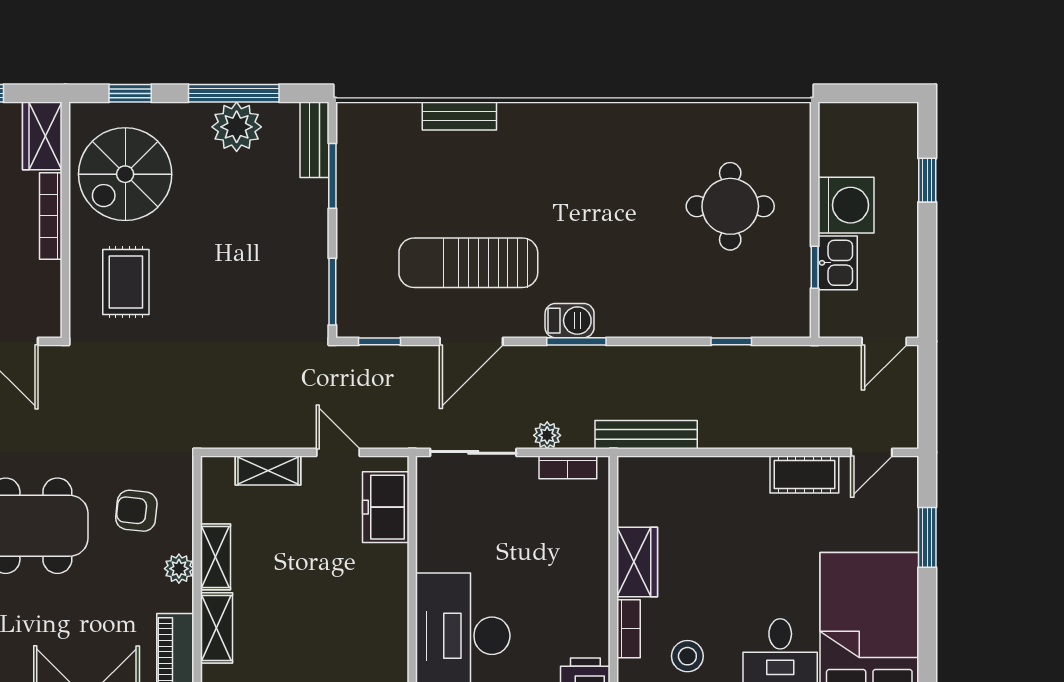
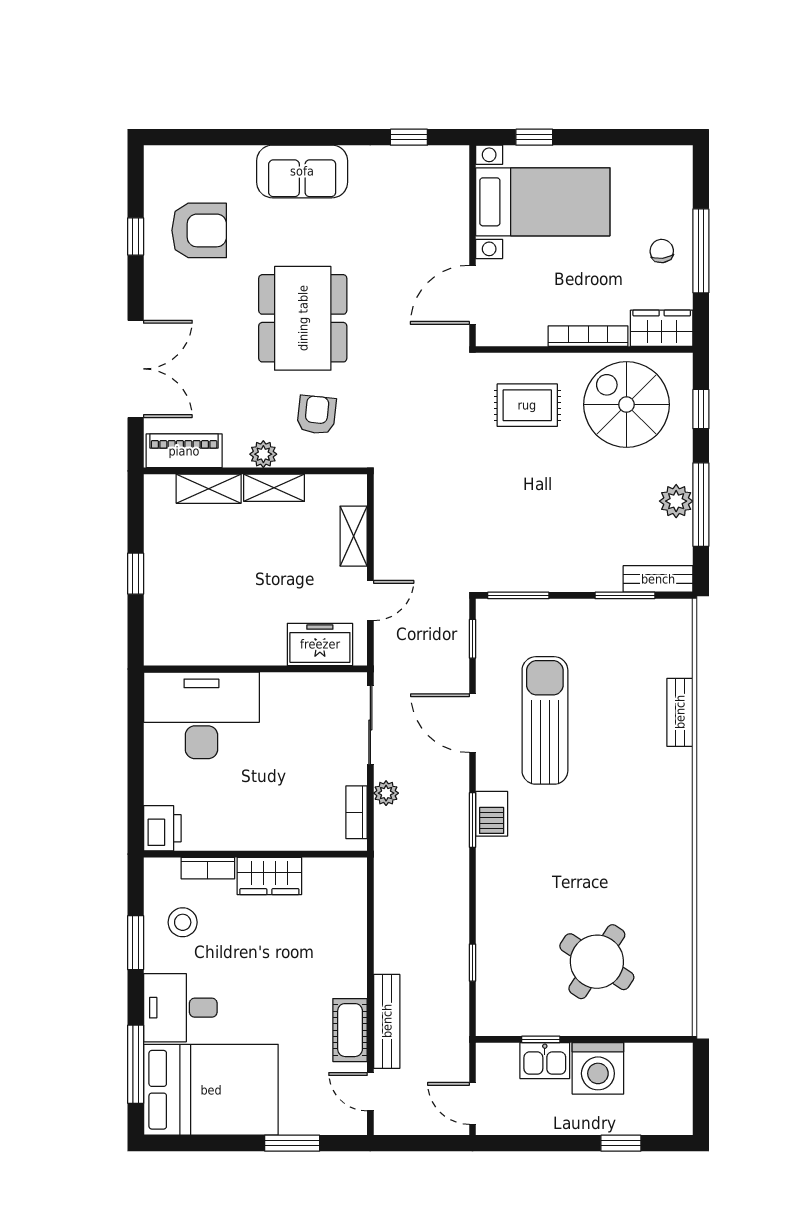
plant: (237, 127) -> (676, 501), width x0.73, depth x0.73
round table: (730, 206) -> (597, 962), turned 33
bench: (646, 435) -> (387, 1021), moved

